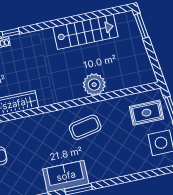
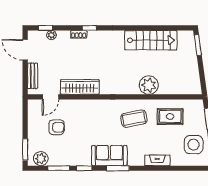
rug: (147, 113) -> (170, 116), moved
fireplace: (123, 170) -> (157, 160), added

